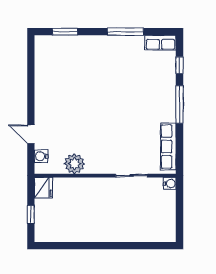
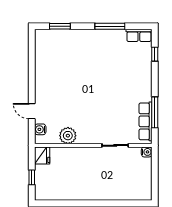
window: (180, 104) -> (155, 112), moved

